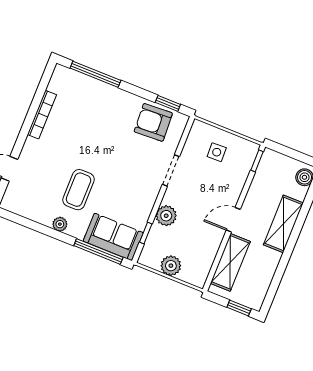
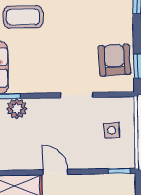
plant: (166, 216) -> (17, 109), moved

